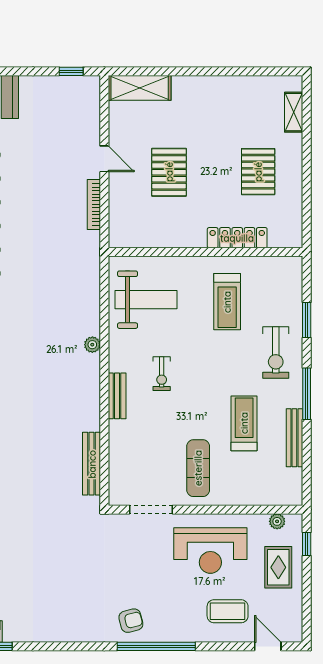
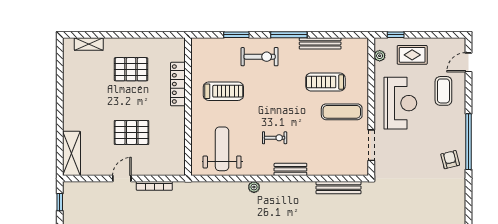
treadmill: (244, 423) -> (325, 82), moved

